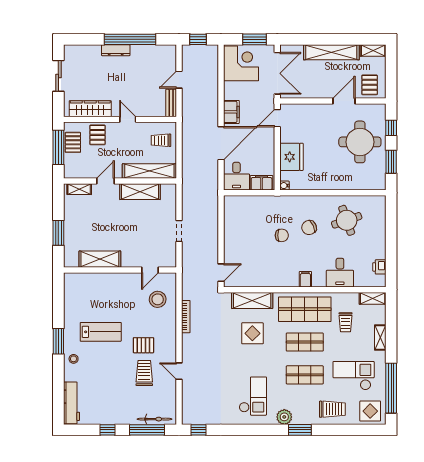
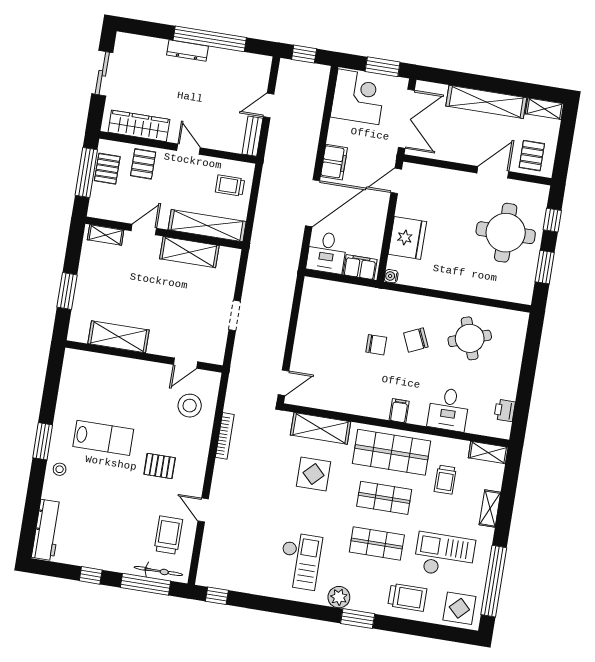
trolley: (144, 373) -> (168, 535), moved

